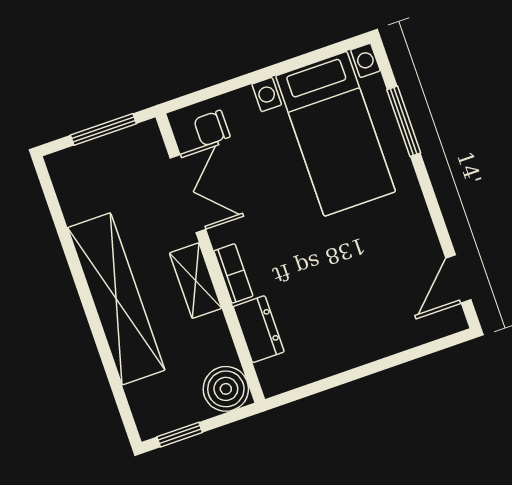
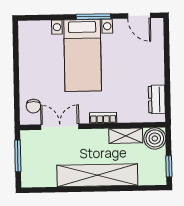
window: (404, 121) -> (93, 17), moved
bed with nightstands: (336, 134) -> (83, 55), moved, turned 90
shelving: (196, 281) -> (126, 136), moved
dresser: (259, 329) -> (157, 99), moved, turned -90

